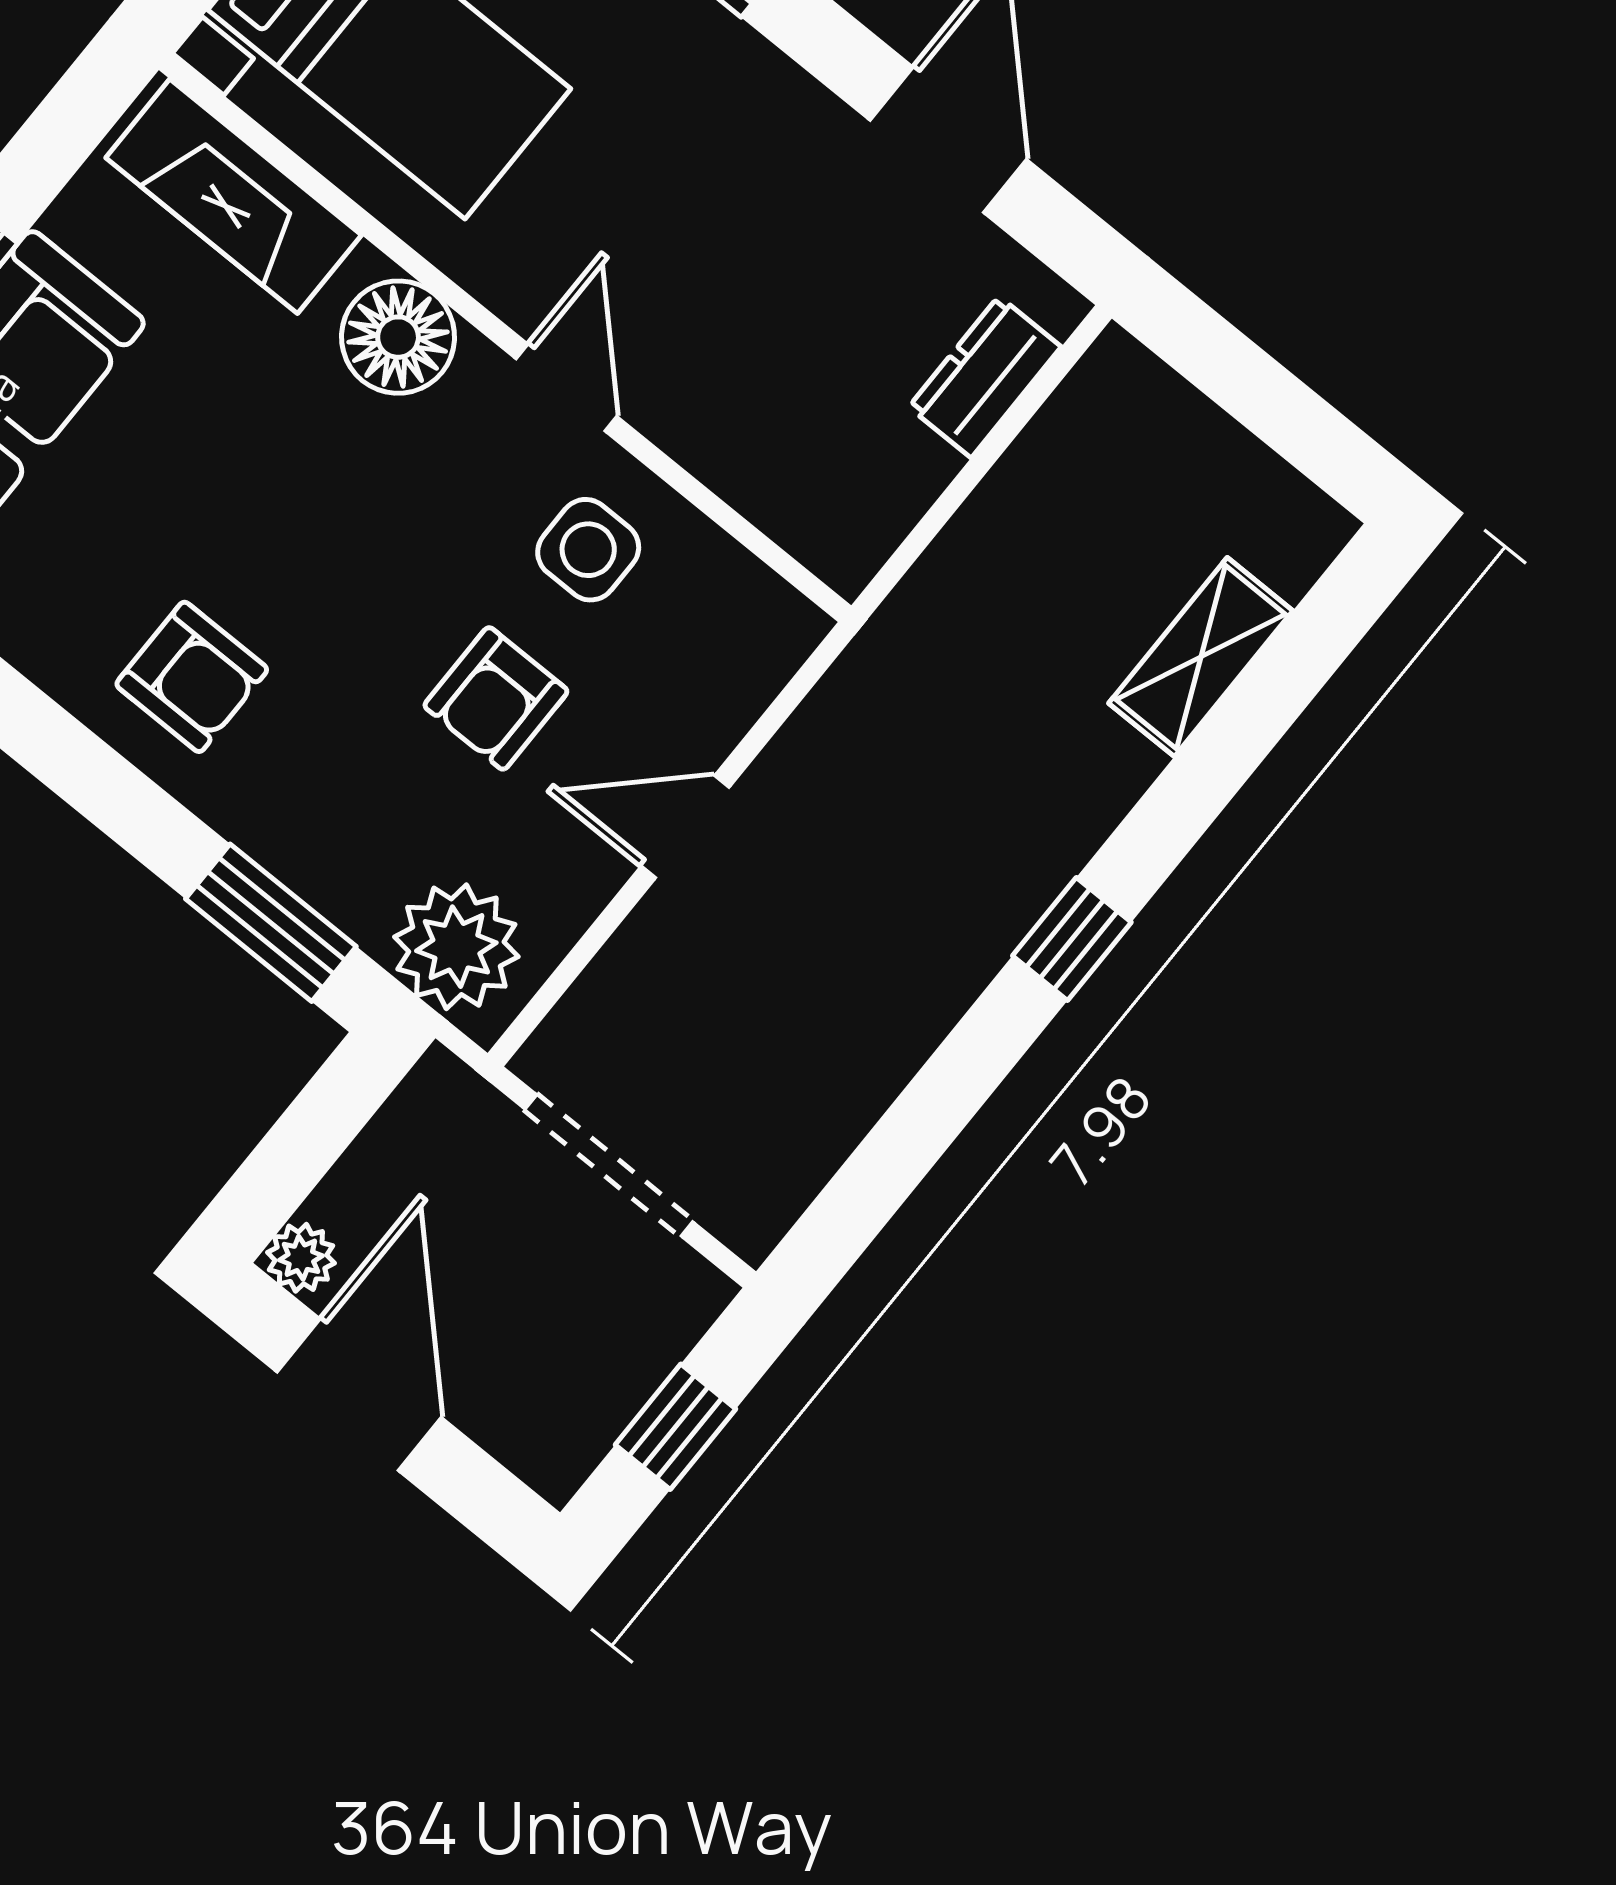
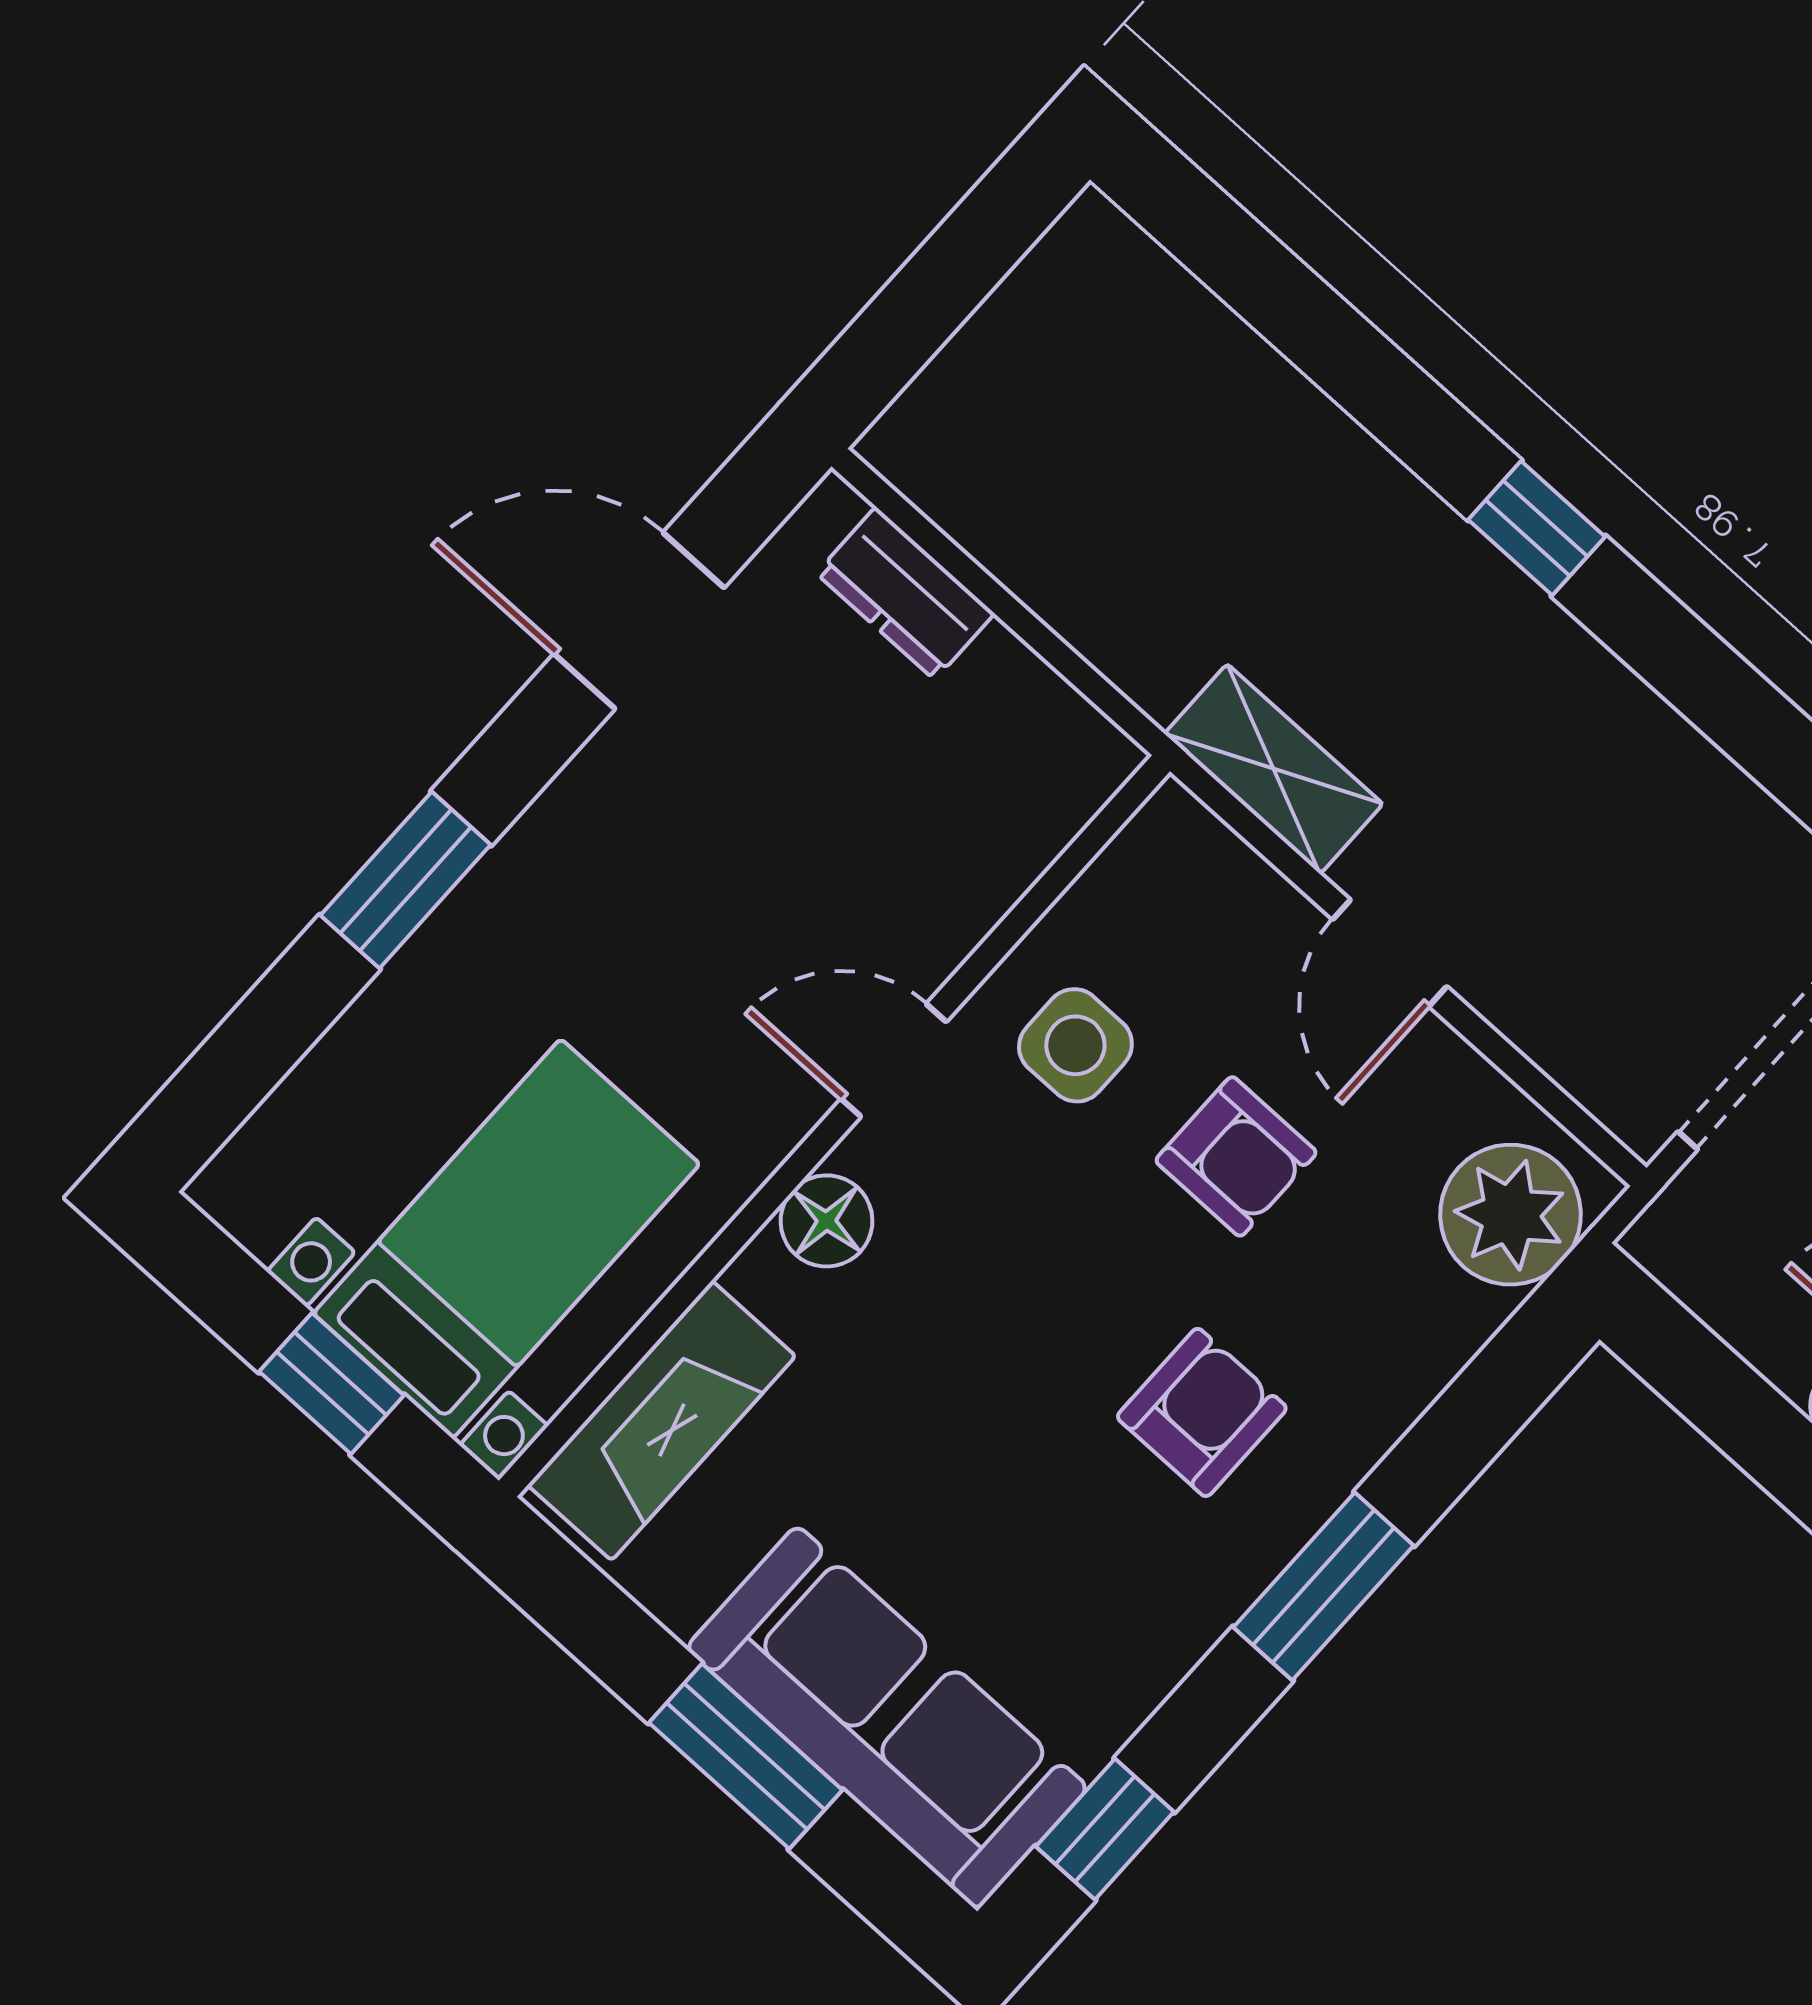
floor lamp: (398, 337) -> (826, 1221), width x0.73, depth x0.73
shelving: (1201, 657) -> (1274, 769), moved
armchair: (192, 677) -> (1202, 1412), moved
window: (271, 923) -> (1323, 1586), moved

